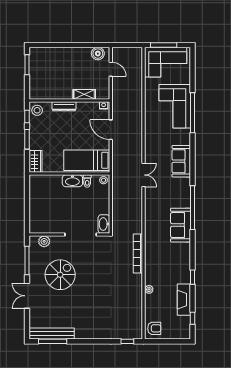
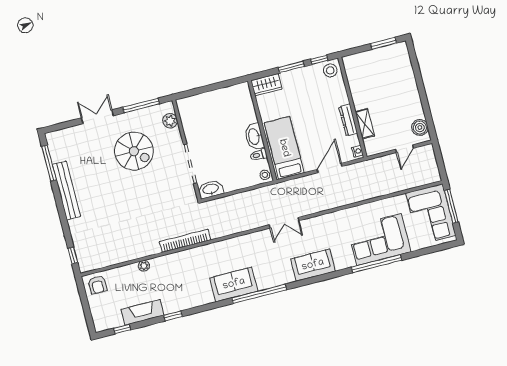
dresser: (64, 106) -> (348, 120), moved
bench: (52, 334) -> (66, 191), moved

